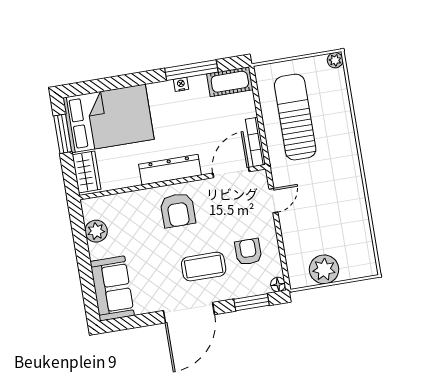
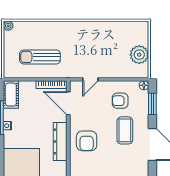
sun lounger: (295, 117) -> (40, 57), width x0.73, depth x0.75
door: (273, 201) -> (90, 79), swing flipped
armchair: (178, 210) -> (87, 141), turned 90

